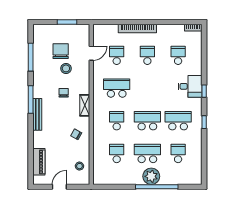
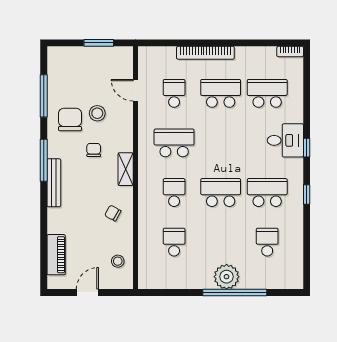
chair: (61, 51) -> (70, 119), moved
door: (91, 53) -> (135, 90), swing flipped
school desk: (147, 55) -> (221, 93), width x1.85
school desk: (178, 55) -> (267, 93), width x1.85
school desk: (147, 153) -> (221, 242), removed

